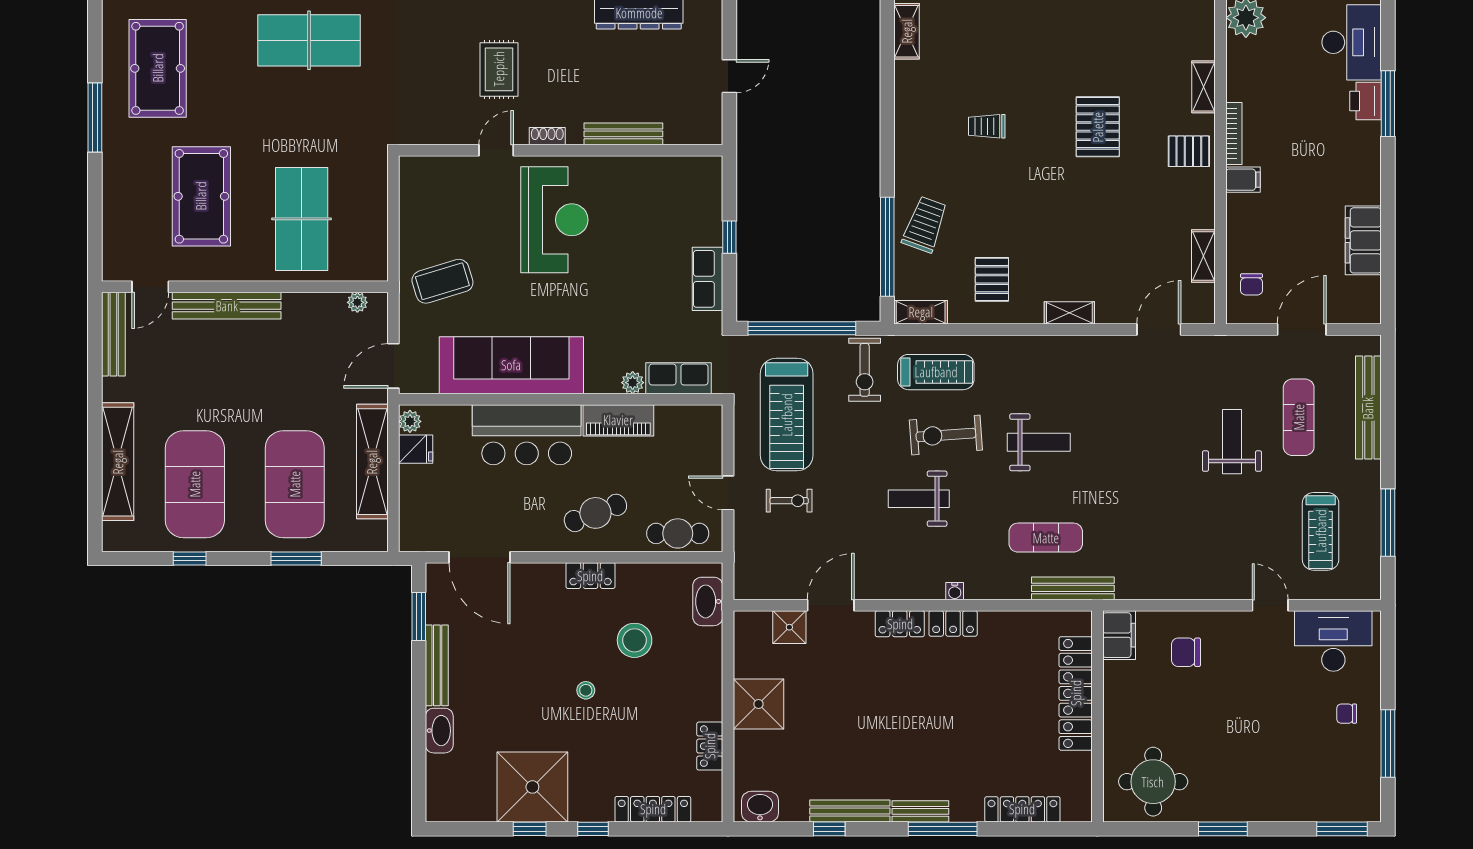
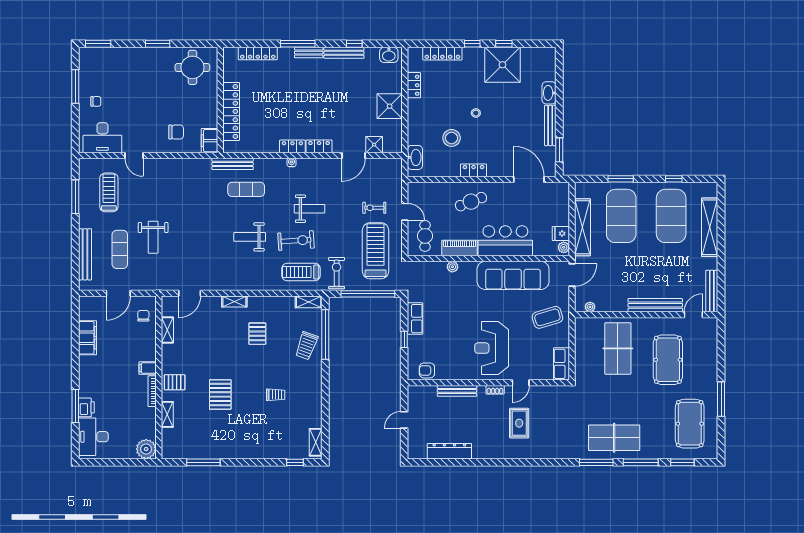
armchair: (684, 175) -> (427, 370), added
pallet: (992, 279) -> (257, 334), moved
row of seats: (679, 378) -> (562, 364), moved, turned 90
cafe table: (678, 533) -> (425, 236), moved, turned 90

